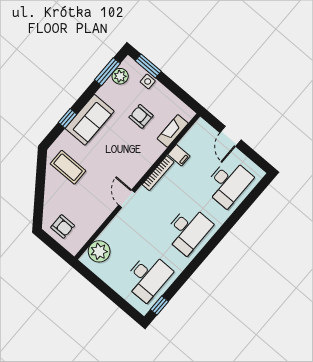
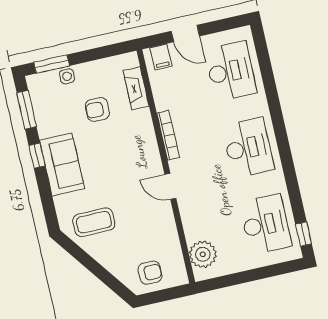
plant: (120, 76) -> (41, 100), removed
window: (68, 118) -> (37, 156), moved
filing cabinet: (179, 155) -> (161, 57), moved, turned 90

